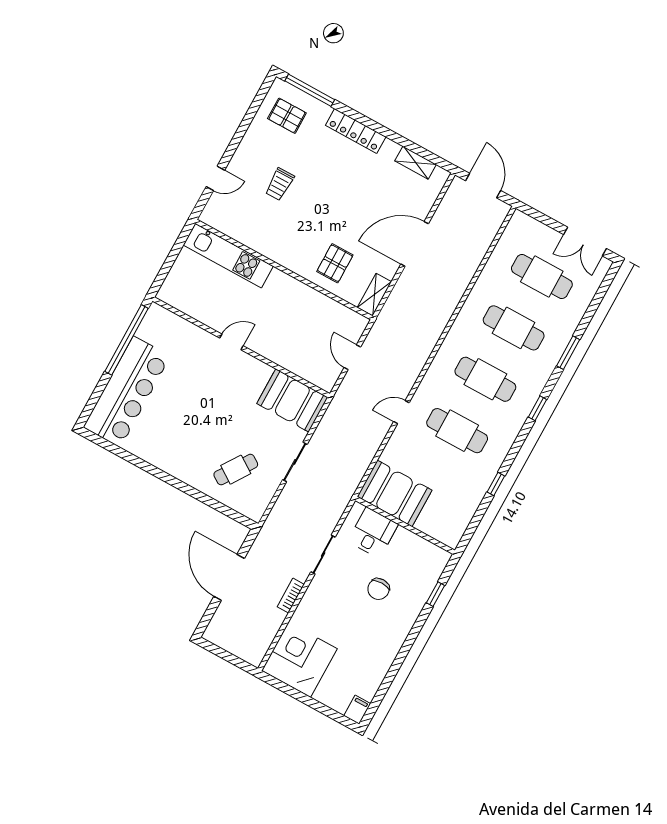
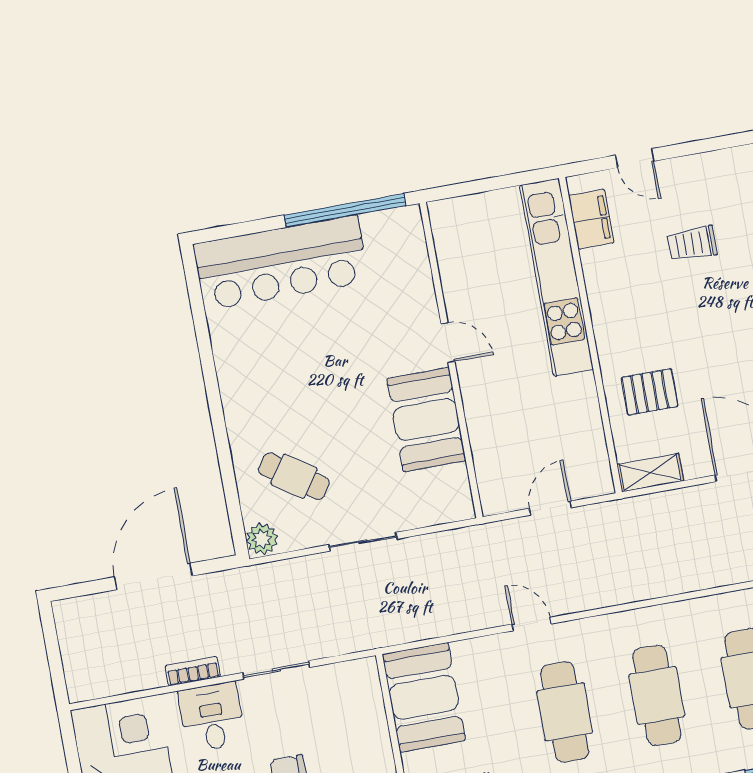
filing cabinet: (228, 224) -> (591, 219), added
kitchen unit: (228, 256) -> (557, 277), width x1.36
booth: (292, 400) -> (426, 420), moved
plant: (254, 510) -> (262, 539), added
desk: (373, 533) -> (212, 717), moved, turned -90

